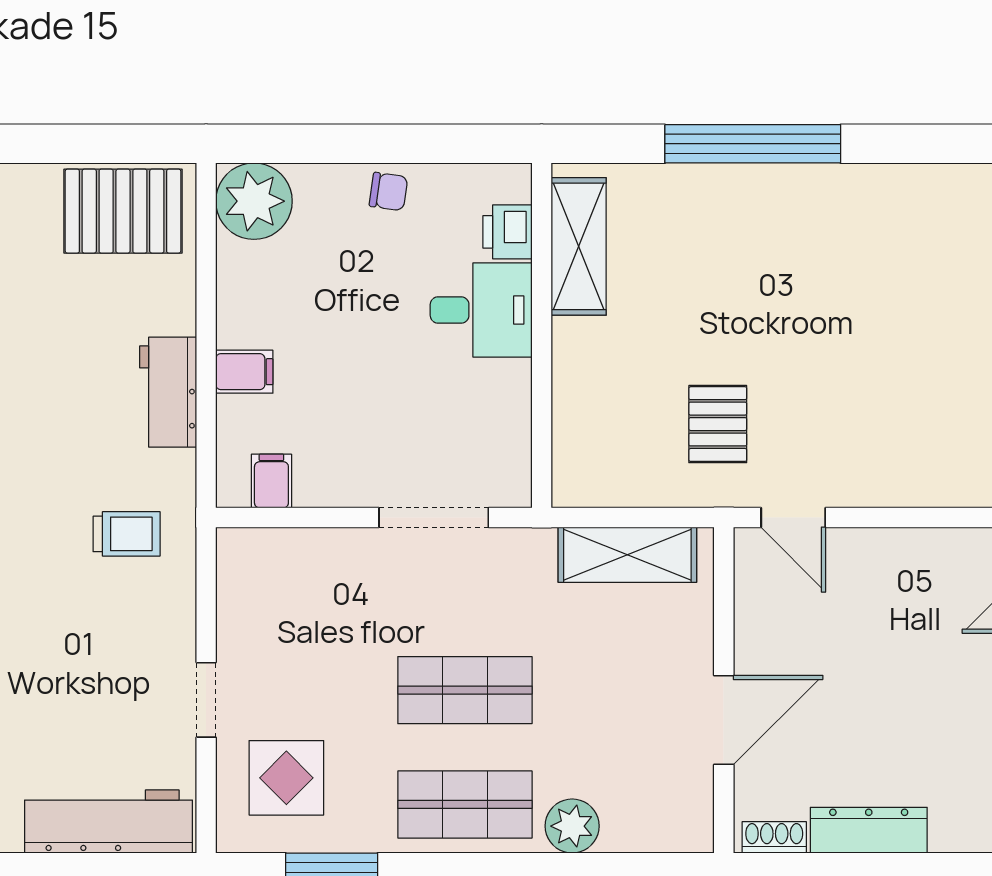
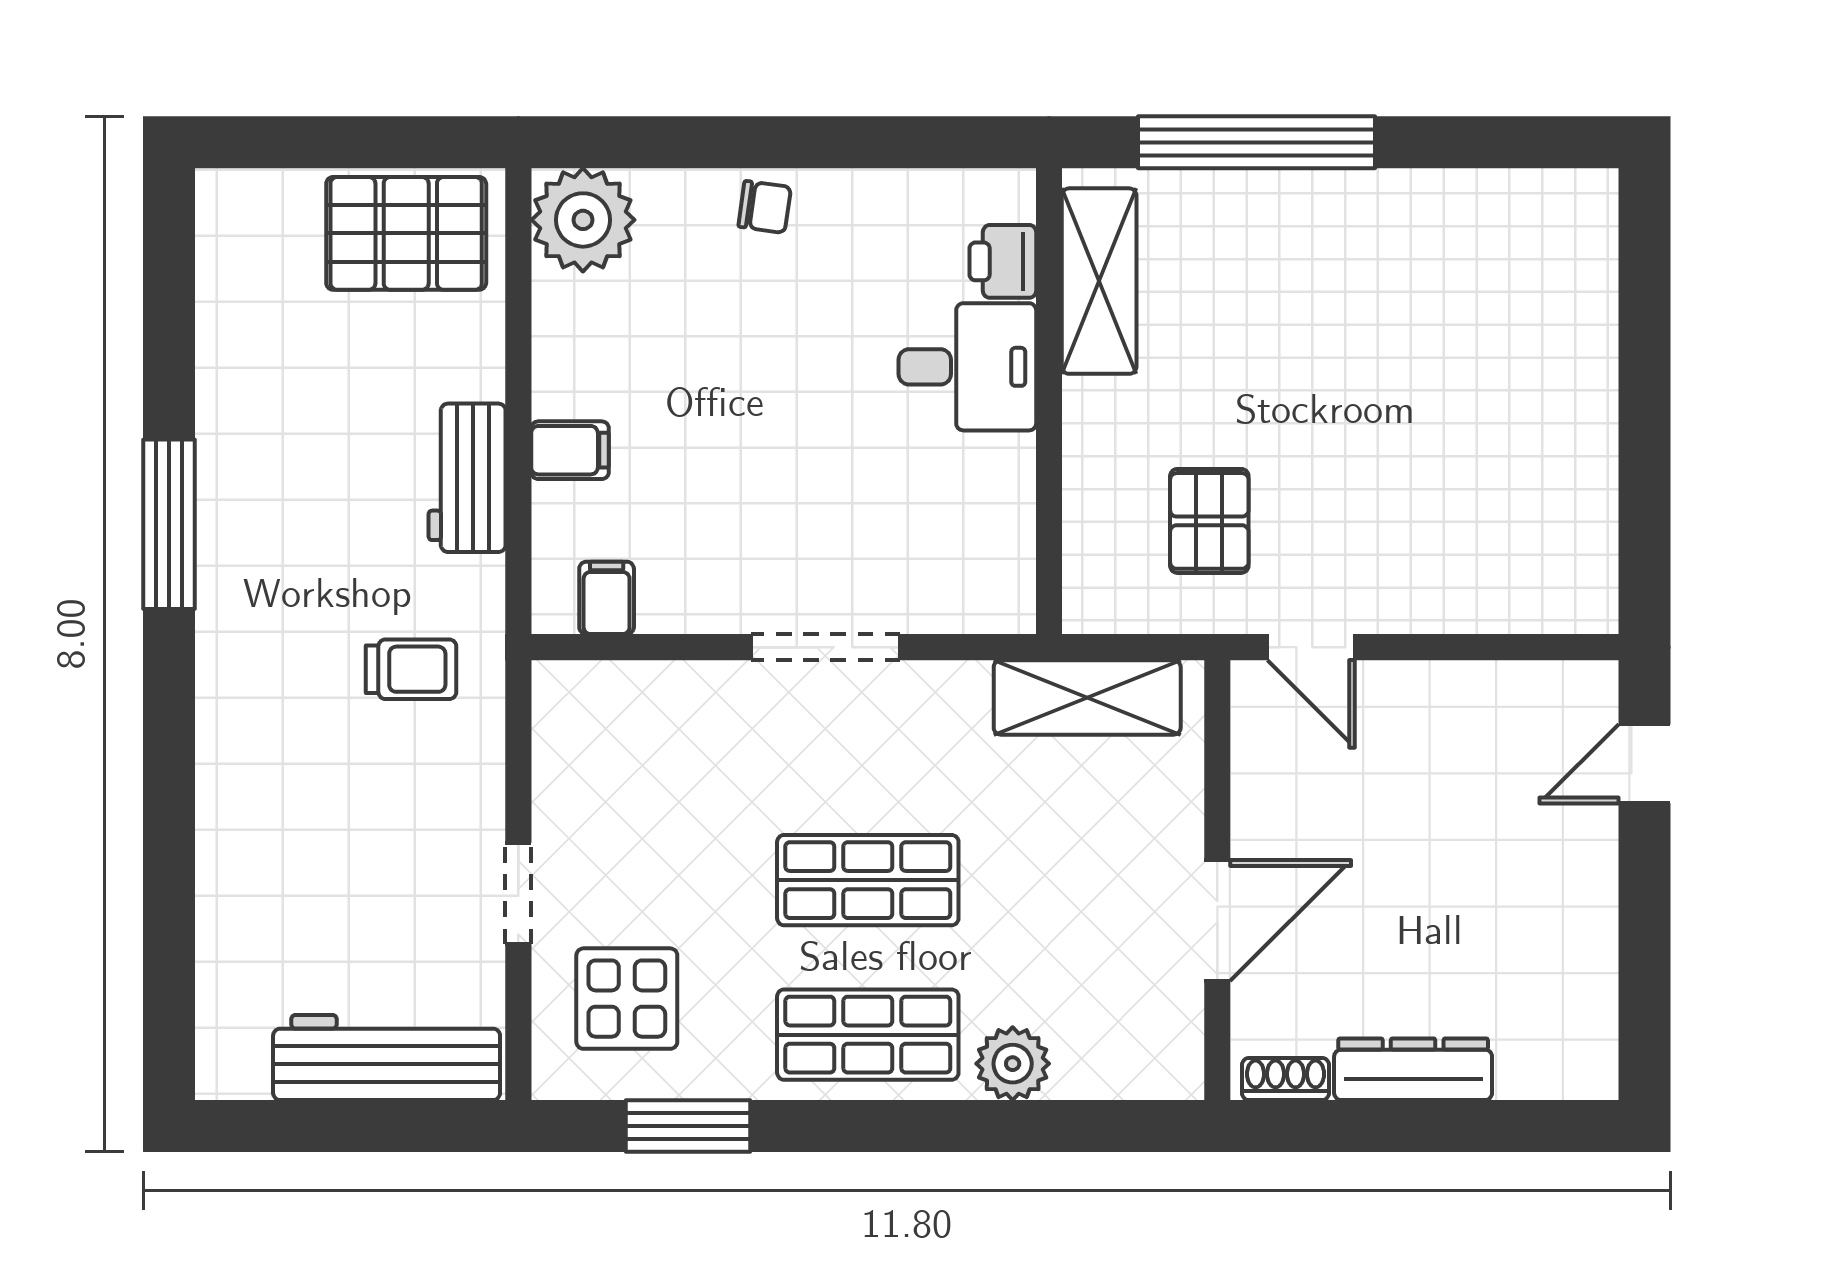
printer: (507, 232) -> (1003, 261), moved
shelving: (579, 246) -> (1099, 281), moved
desk: (481, 310) -> (967, 367), moved
wall: (542, 335) -> (1049, 401), moved

